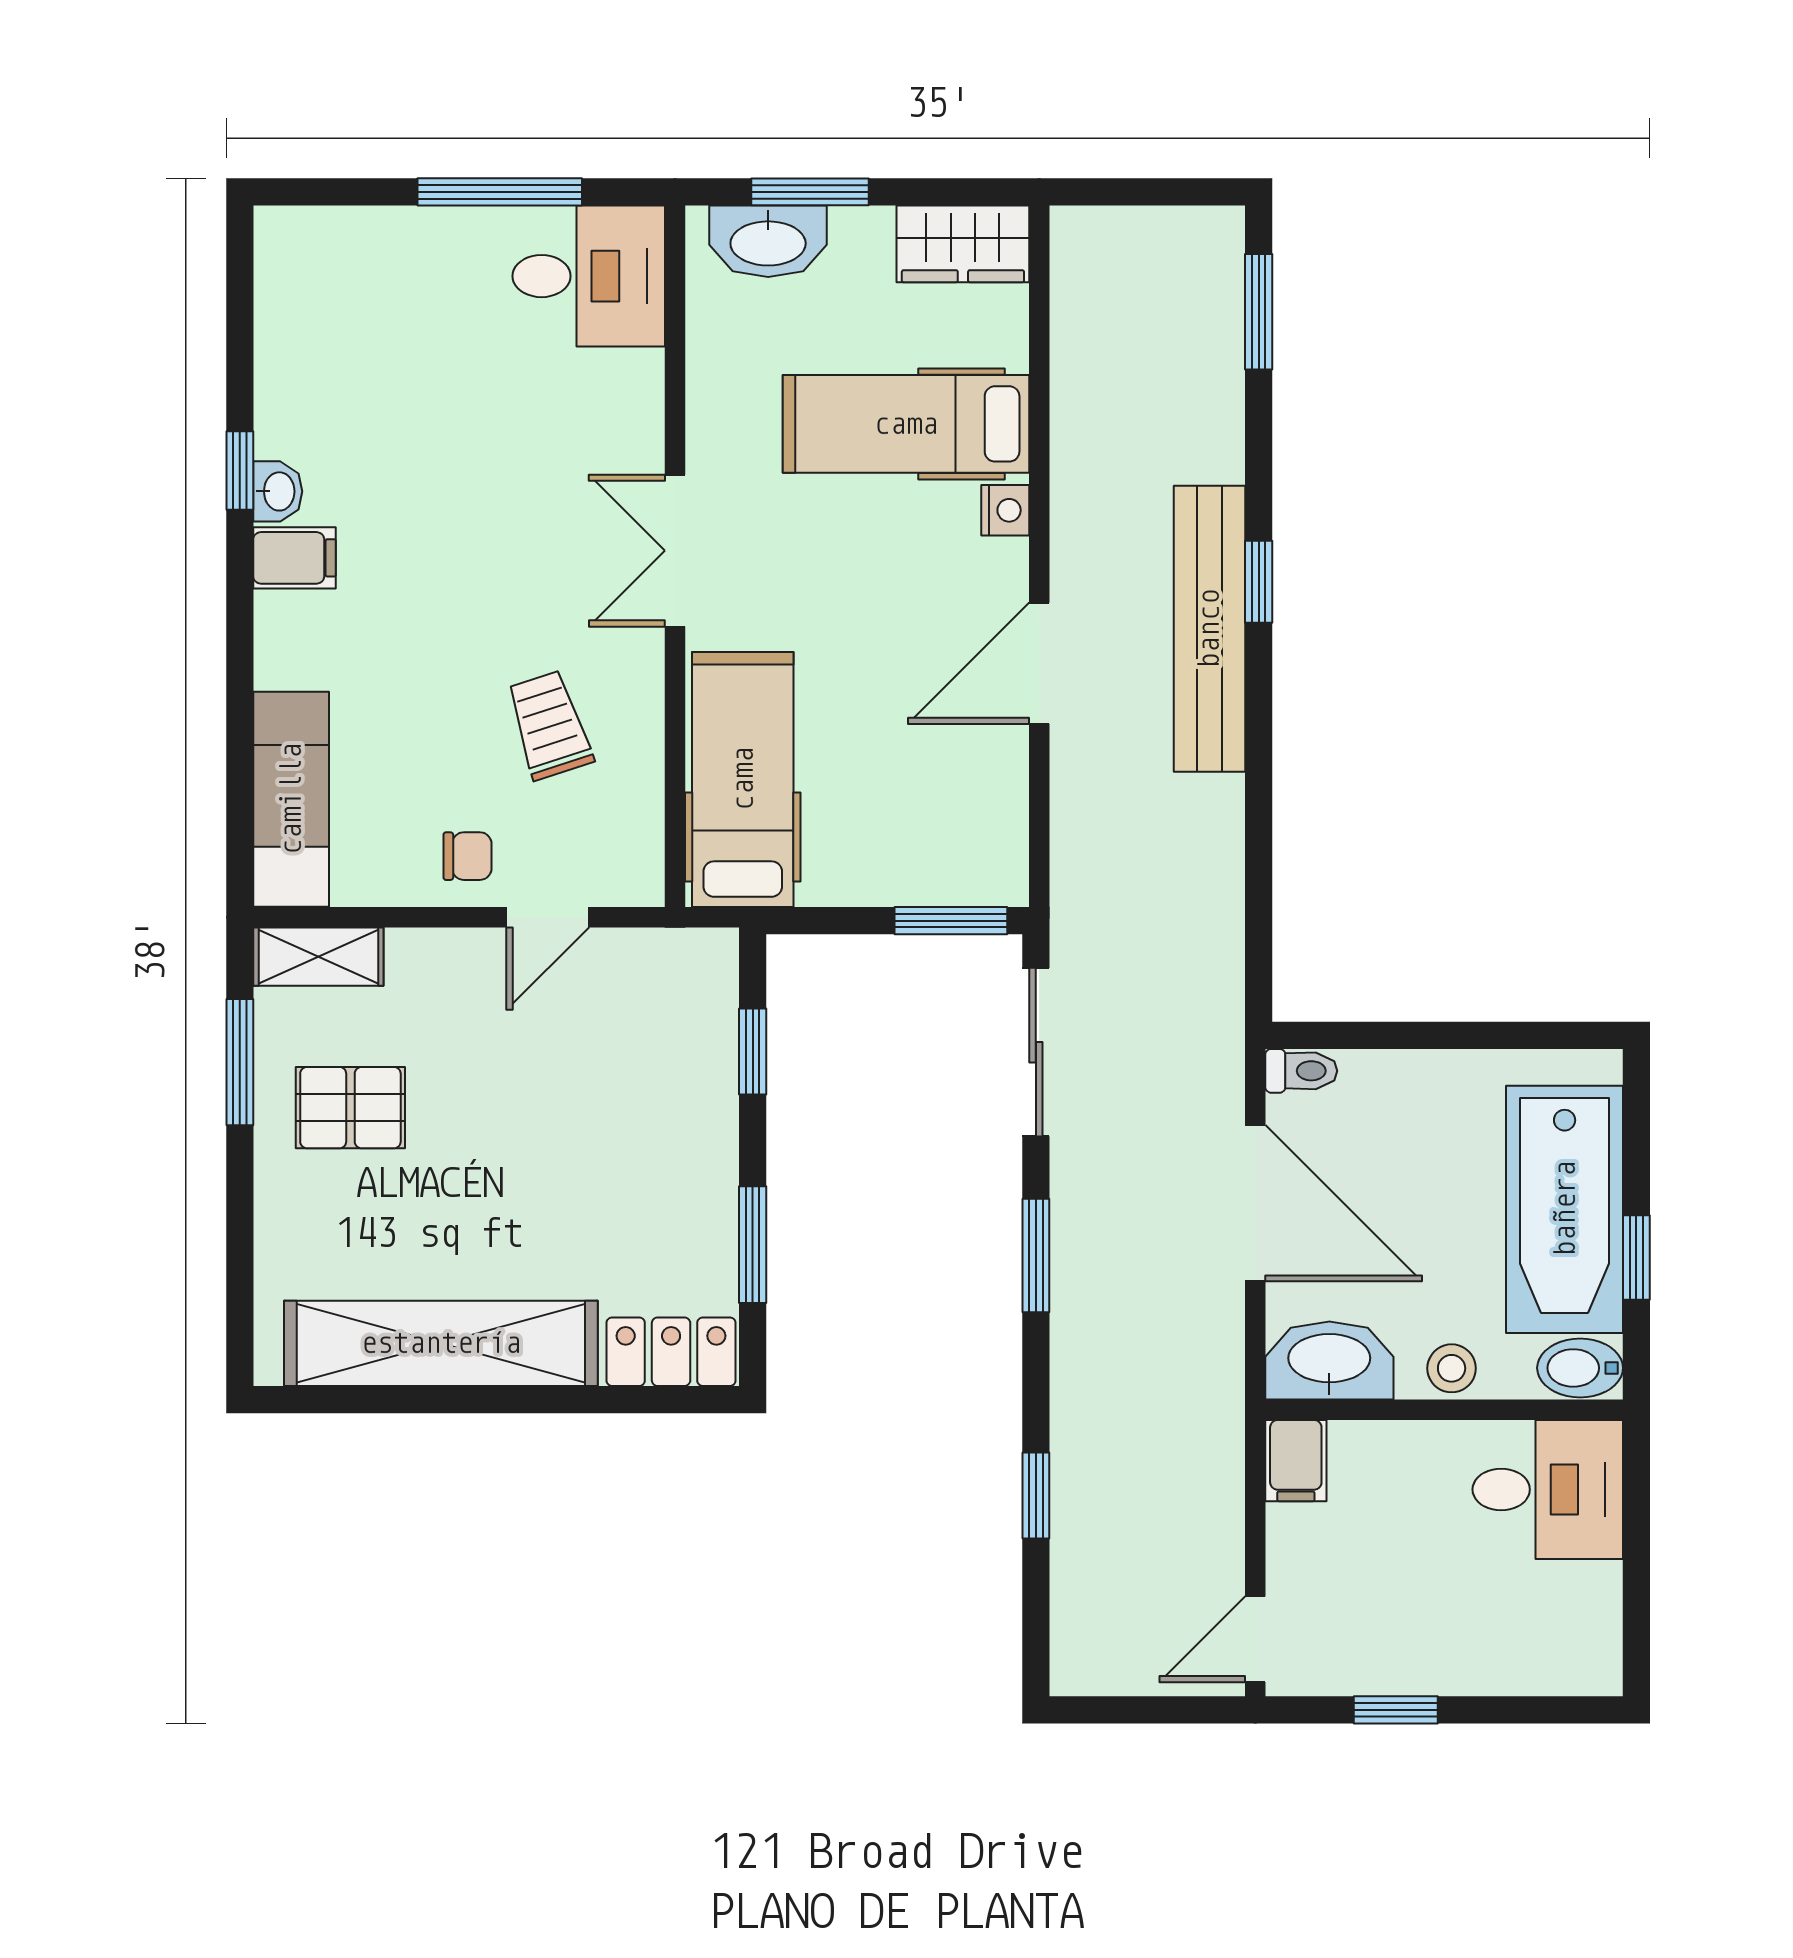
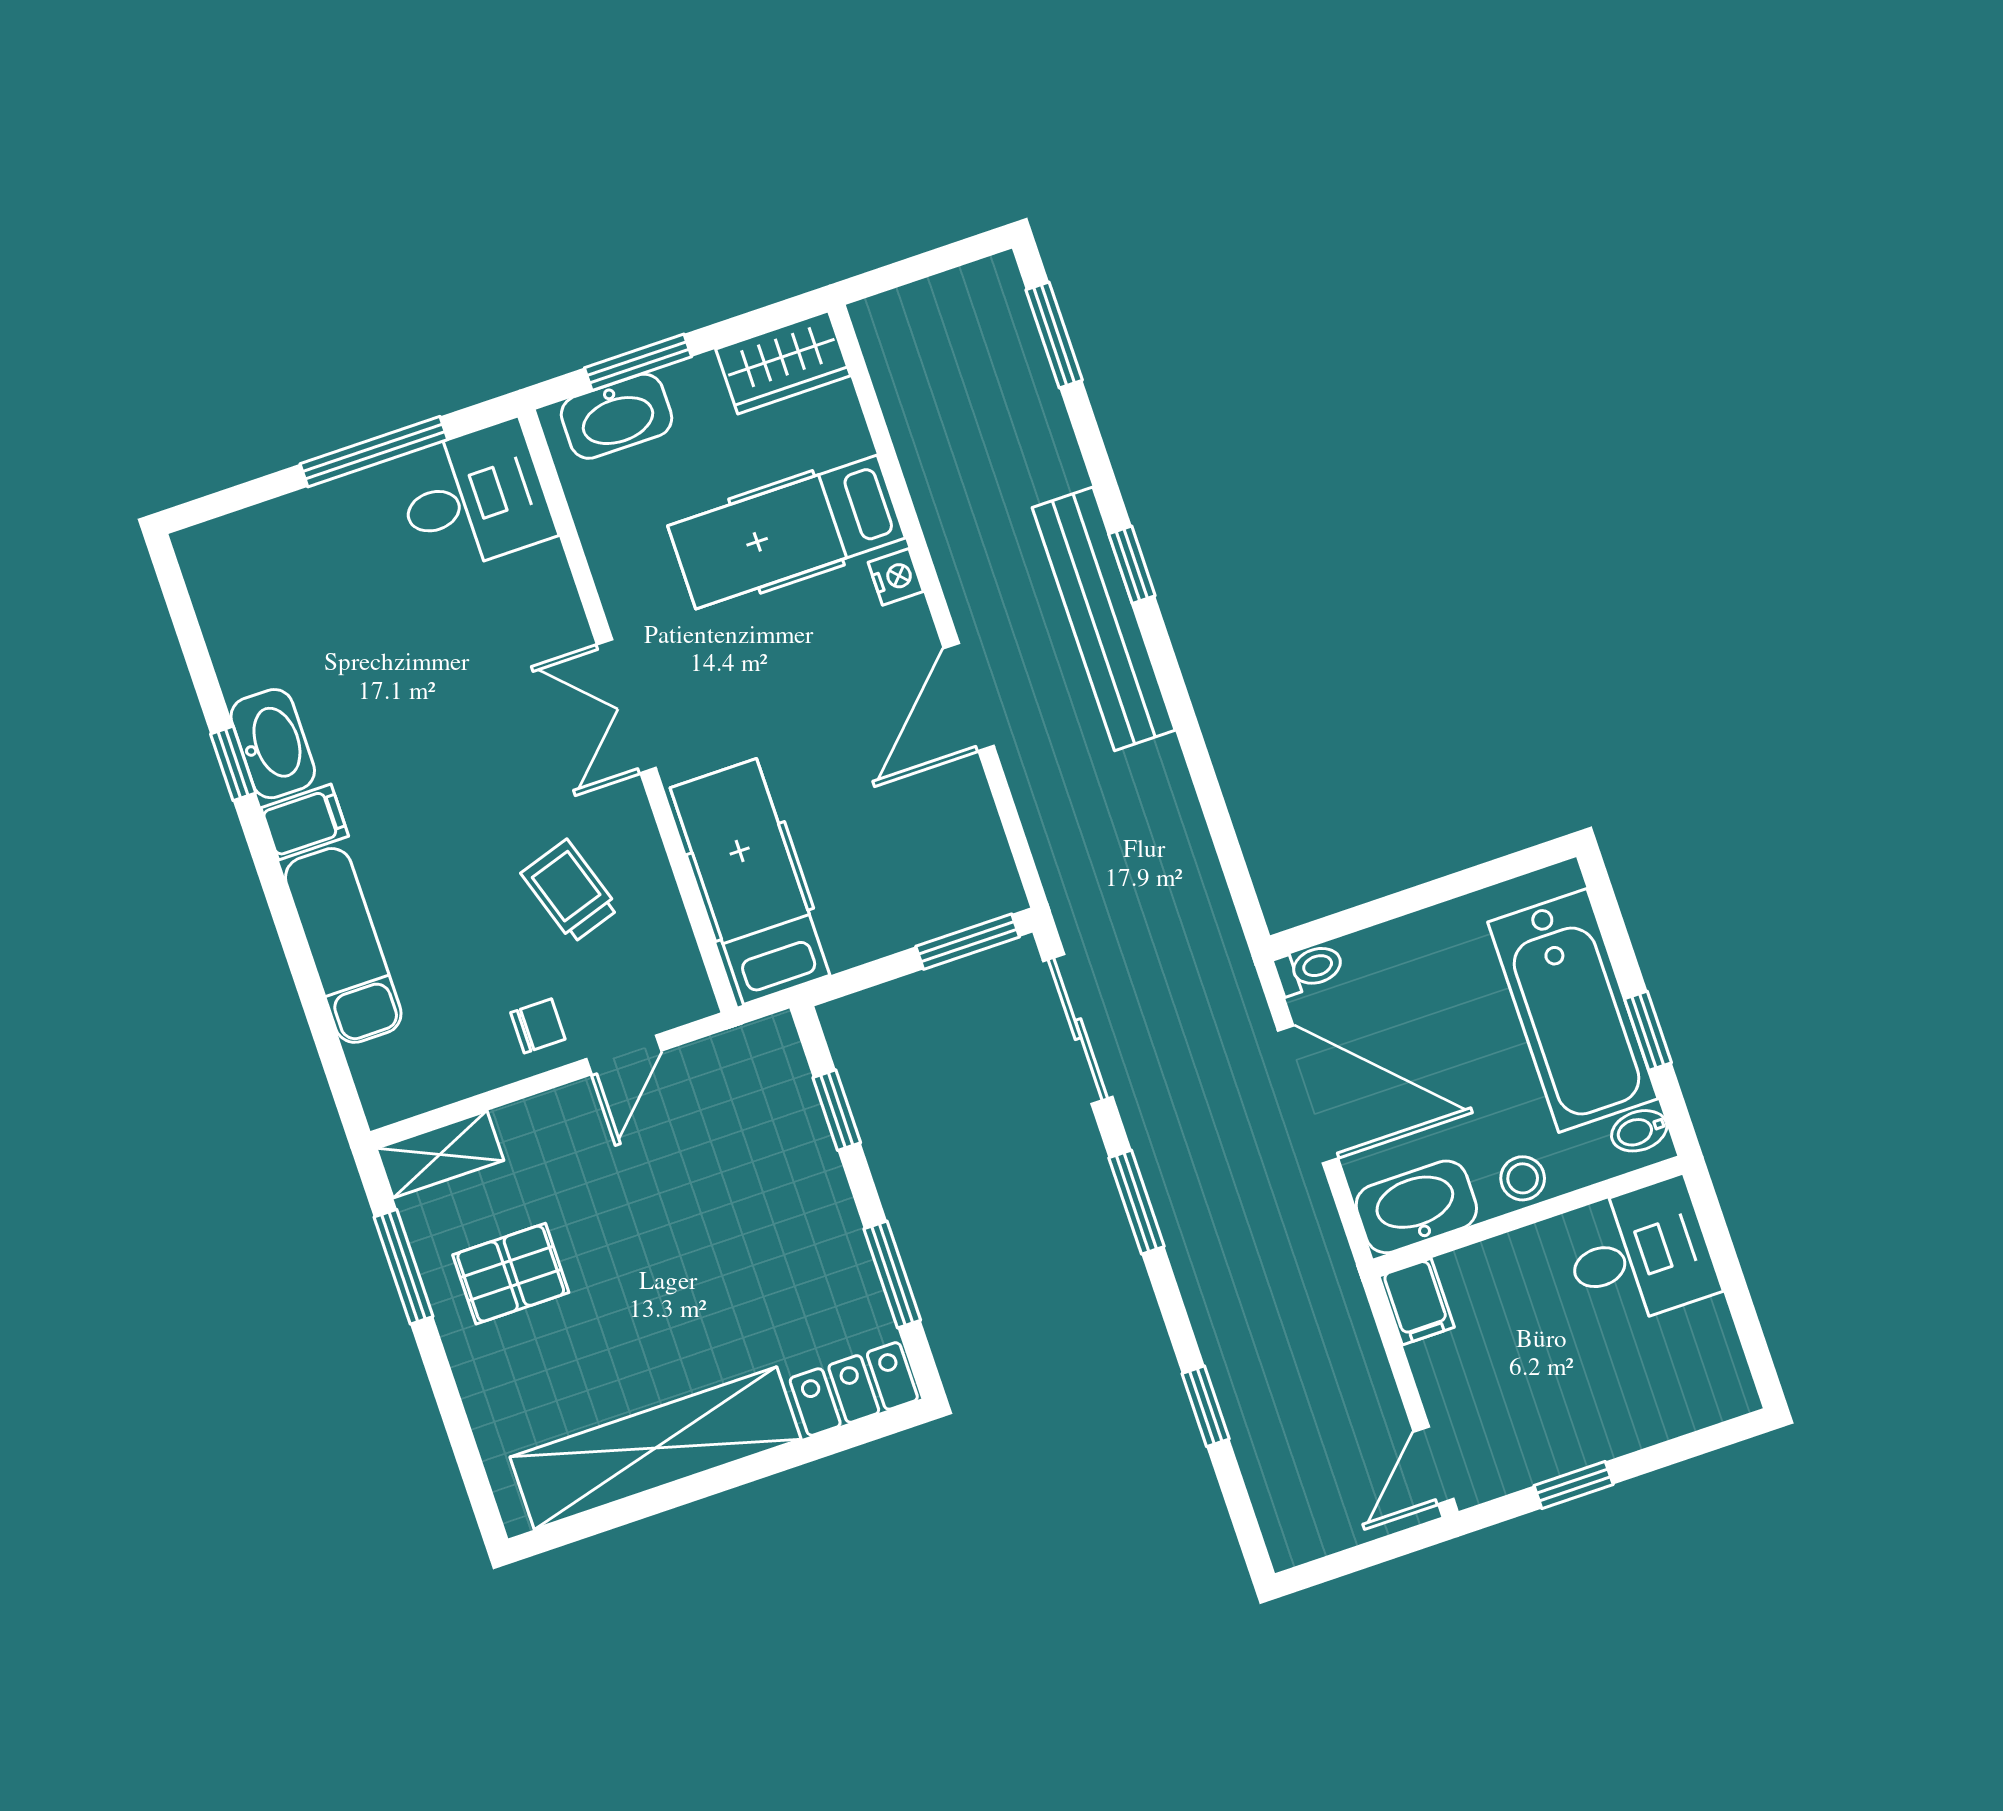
washbasin: (278, 491) -> (273, 744), width x1.91, depth x1.45
exam couch: (291, 799) -> (343, 945), moved
bidet: (1580, 1368) -> (1639, 1131), width x0.72, depth x0.74

